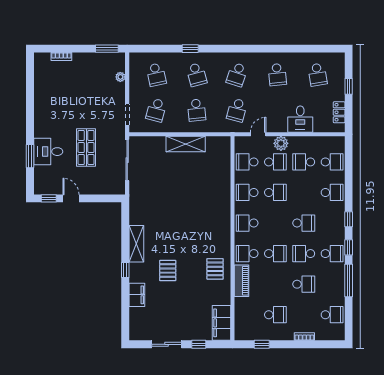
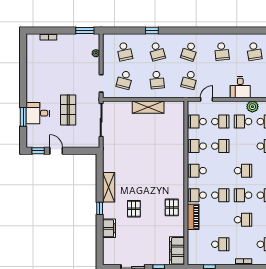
plant: (281, 143) -> (252, 107), moved

